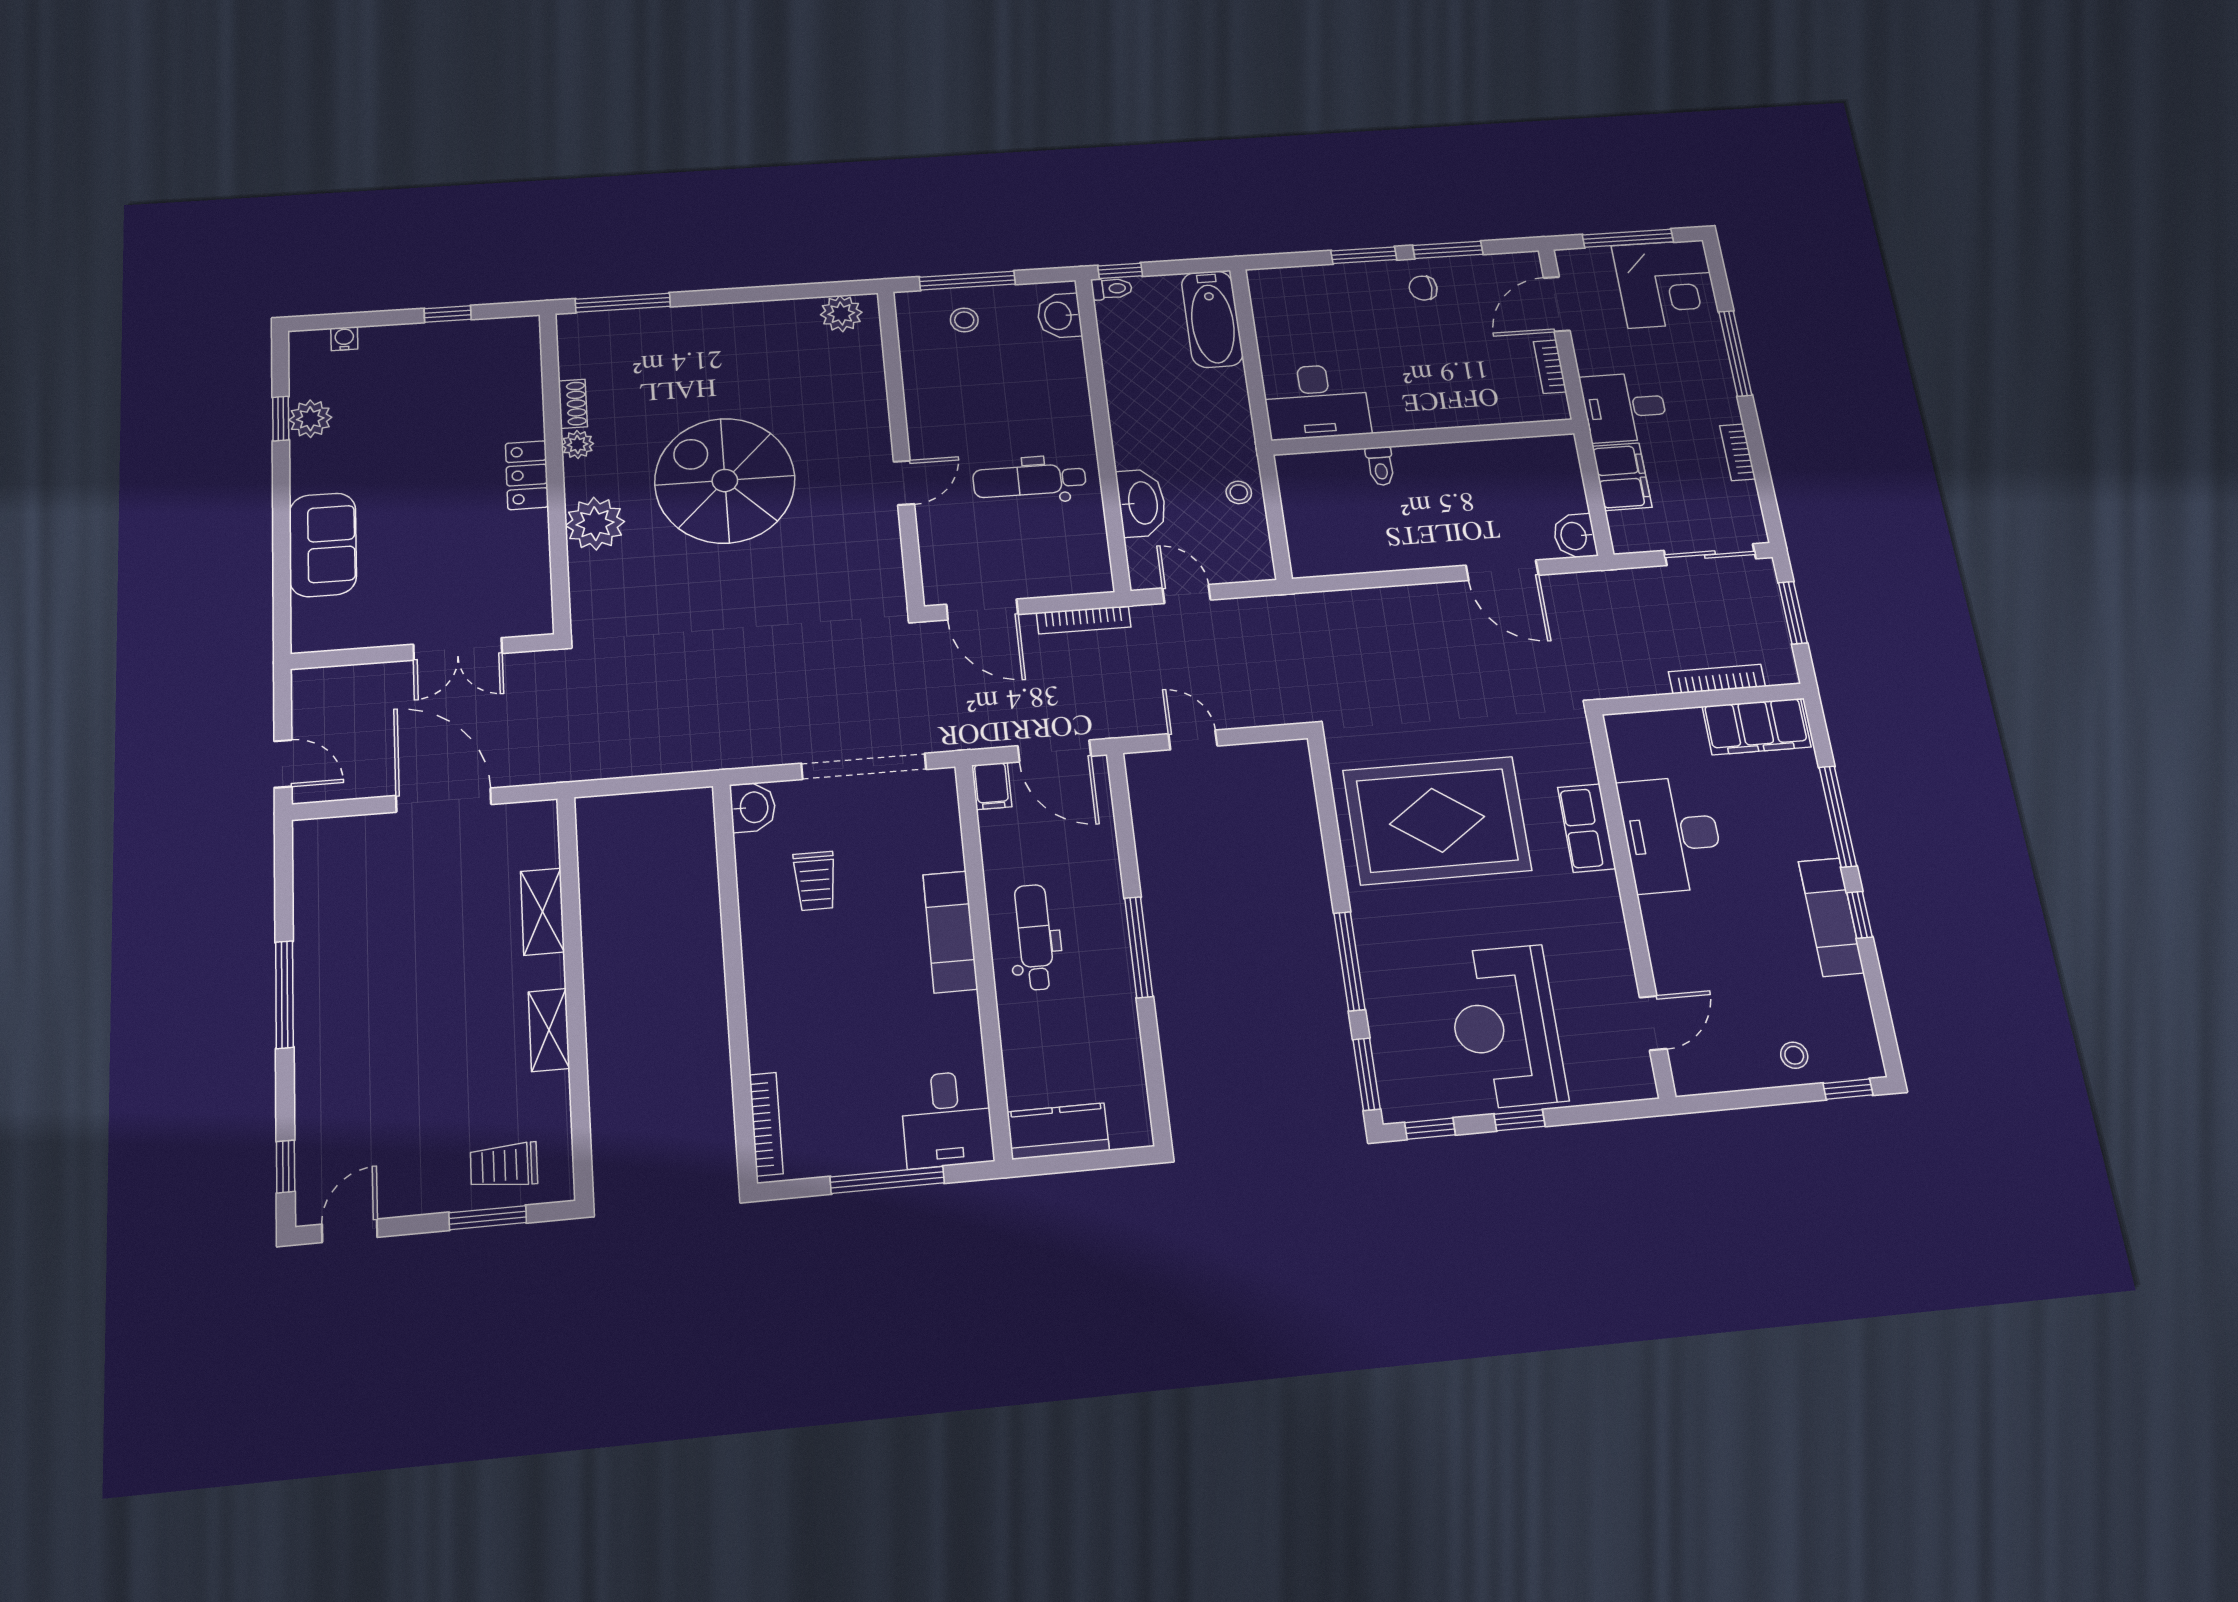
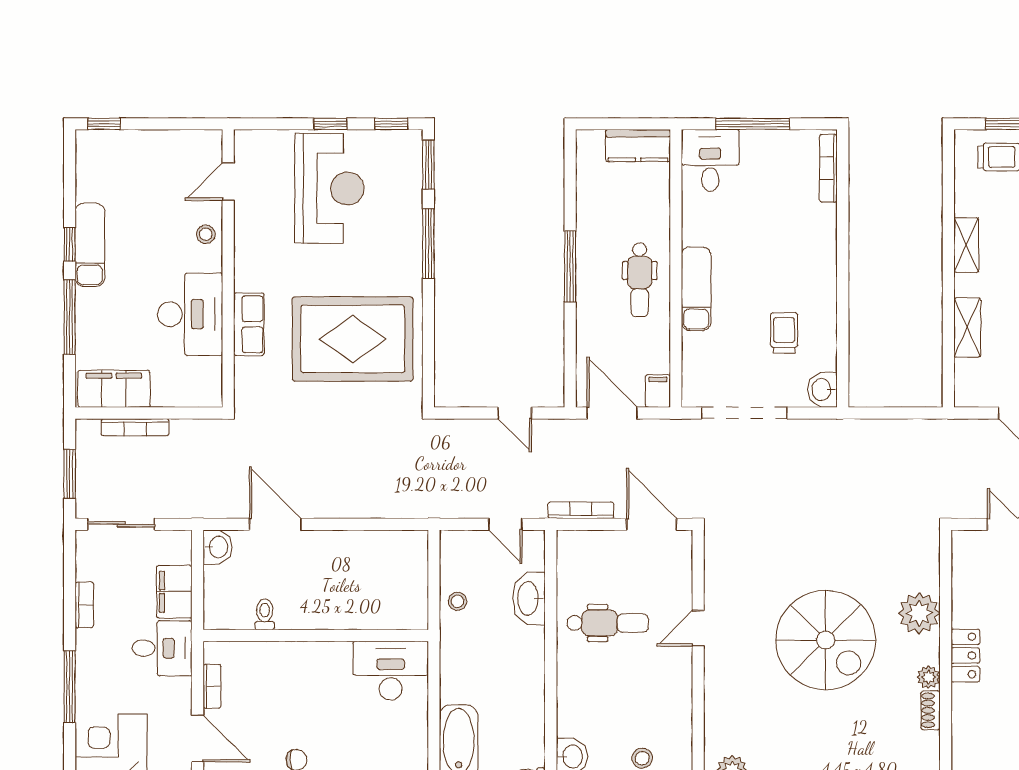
door: (1557, 304) -> (198, 739), hinge flipped
toilet: (1380, 466) -> (265, 614), moved
stool: (1794, 1055) -> (206, 234), moved

